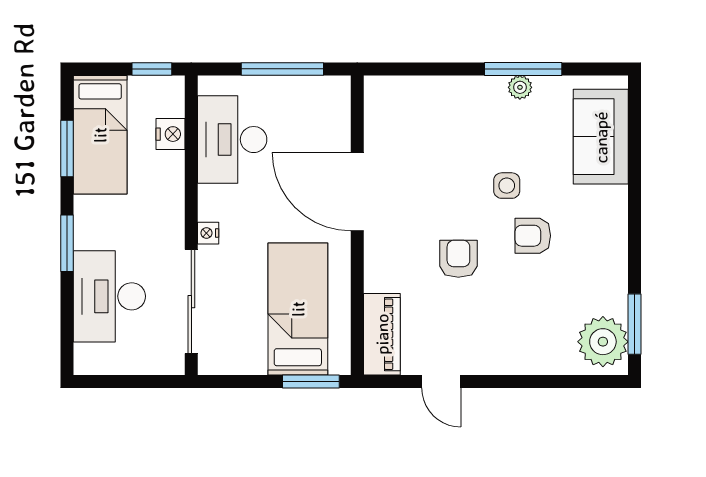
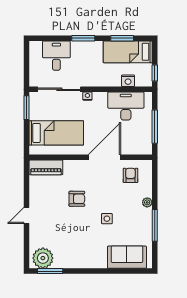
plant: (520, 87) -> (147, 202), moved
armchair: (533, 236) -> (130, 175), moved
desk: (109, 296) -> (56, 56), width x0.73
window: (311, 381) -> (27, 108), moved
door: (441, 381) -> (27, 215), moved

